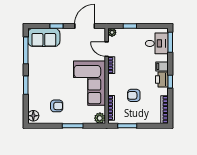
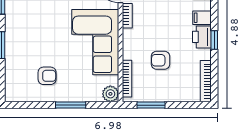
floor lamp: (33, 116) -> (13, 90), removed

